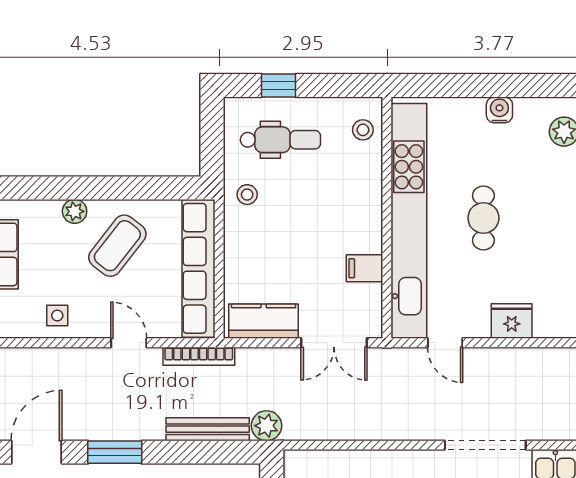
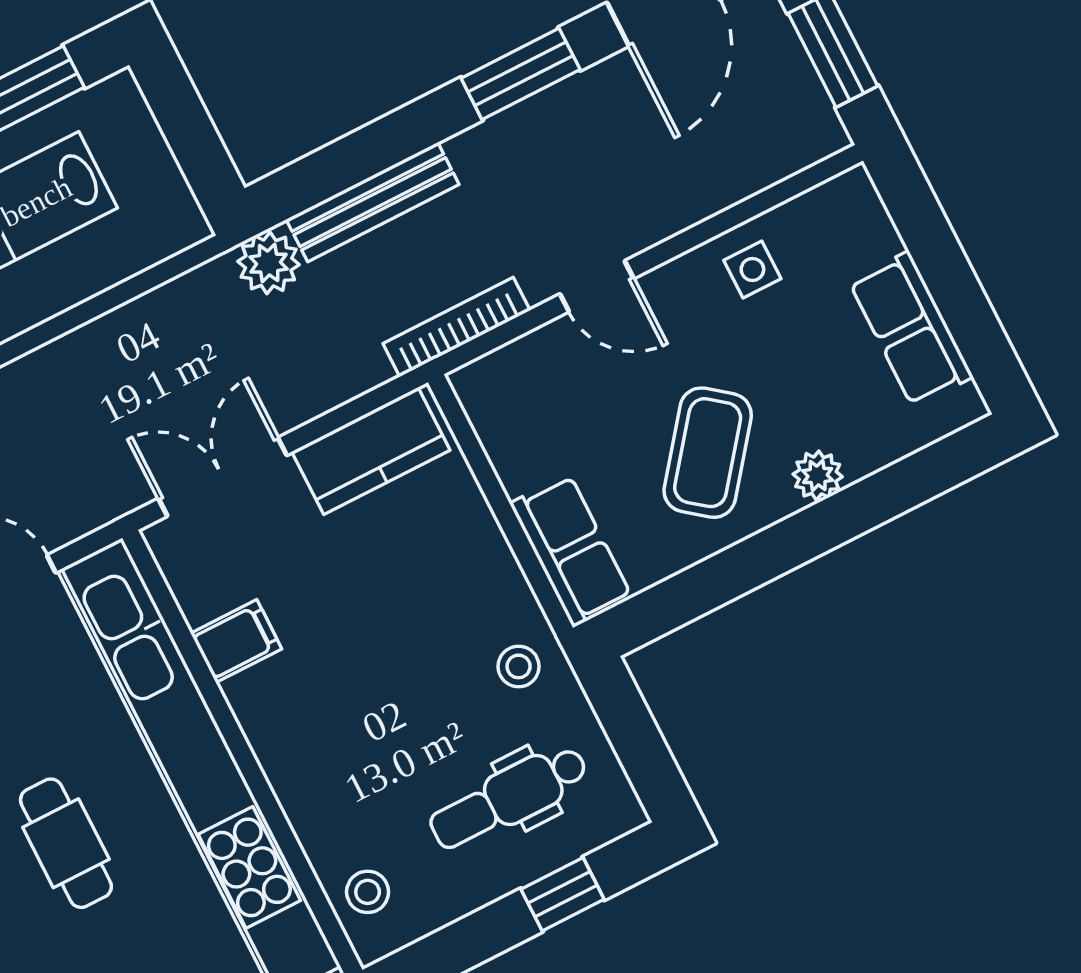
row of seats: (199, 268) -> (571, 550), width x0.50

